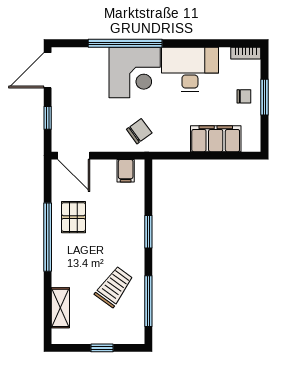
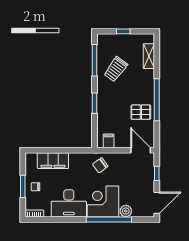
plant: (98, 57) -> (126, 211), added
pallet: (73, 217) -> (141, 112), turned 90

